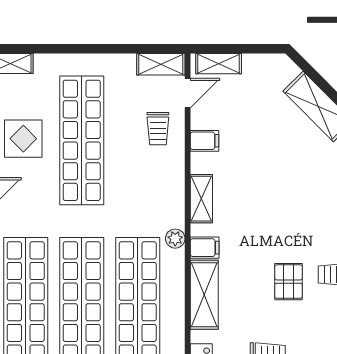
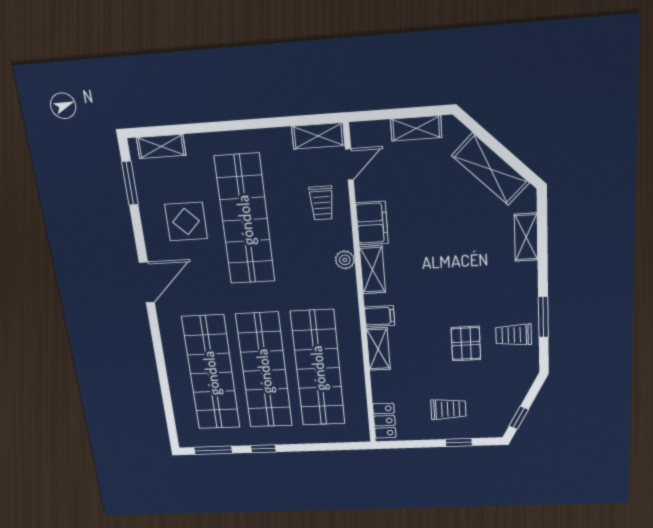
shelving: (219, 64) -> (416, 128), moved
filing cabinet: (204, 141) -> (372, 223), width x2.00
plant: (175, 239) -> (345, 260), moved
shelving: (204, 295) -> (378, 349), width x0.67, depth x0.75

